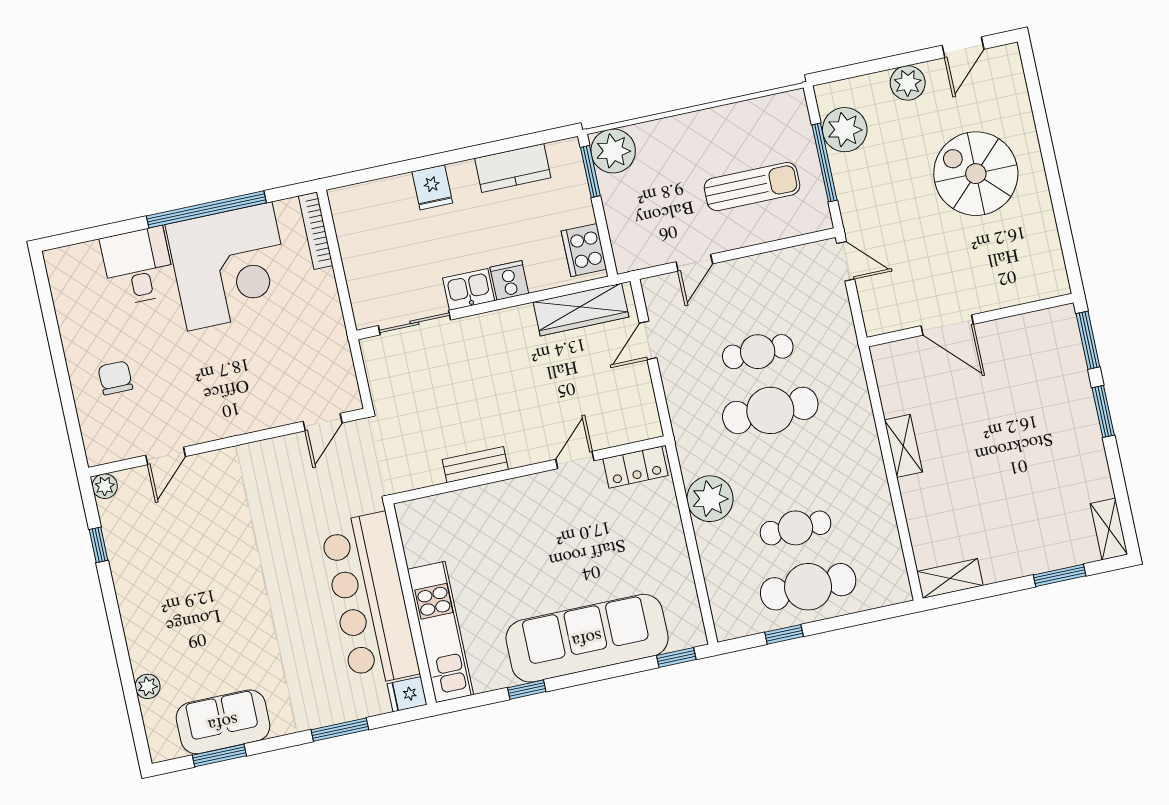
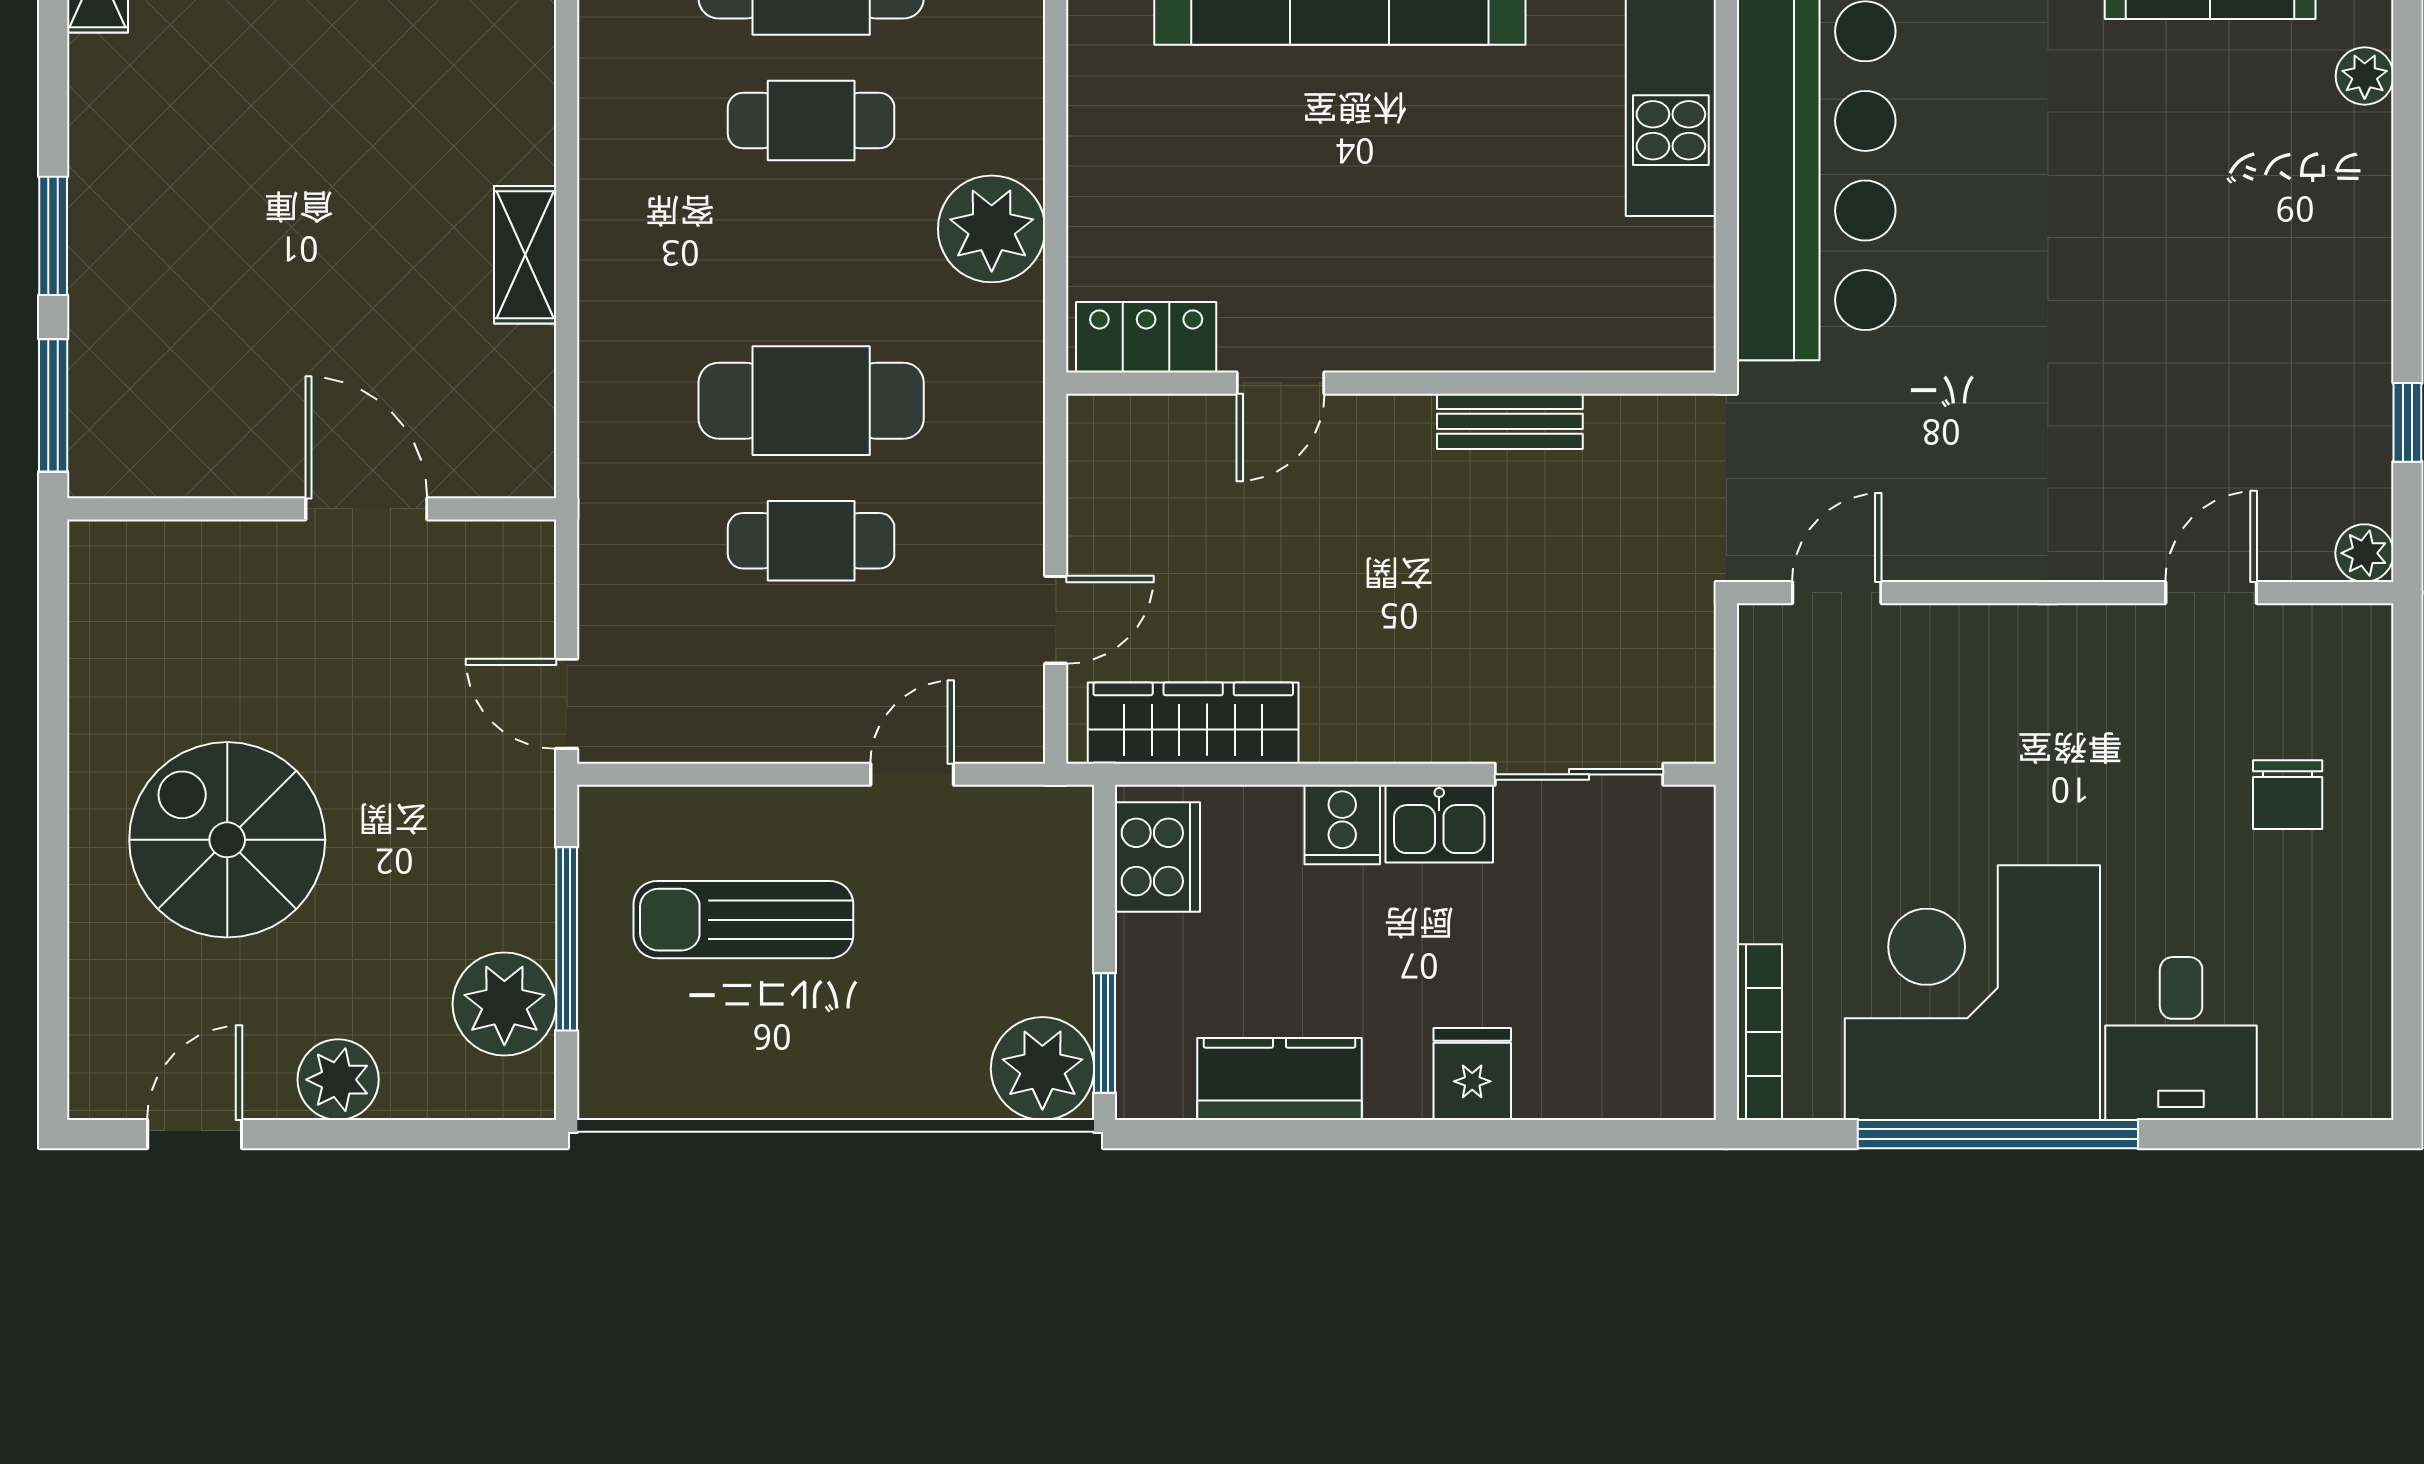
spiral stairs: (976, 174) -> (227, 840), turned 180

